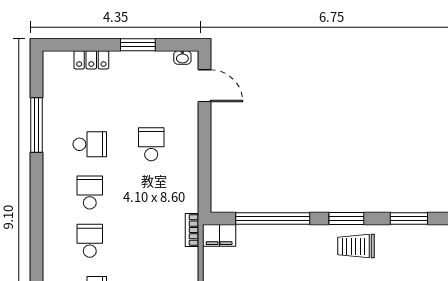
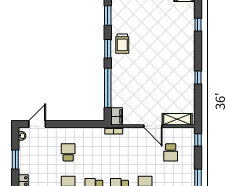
school desk: (151, 144) -> (68, 152), turned 90

